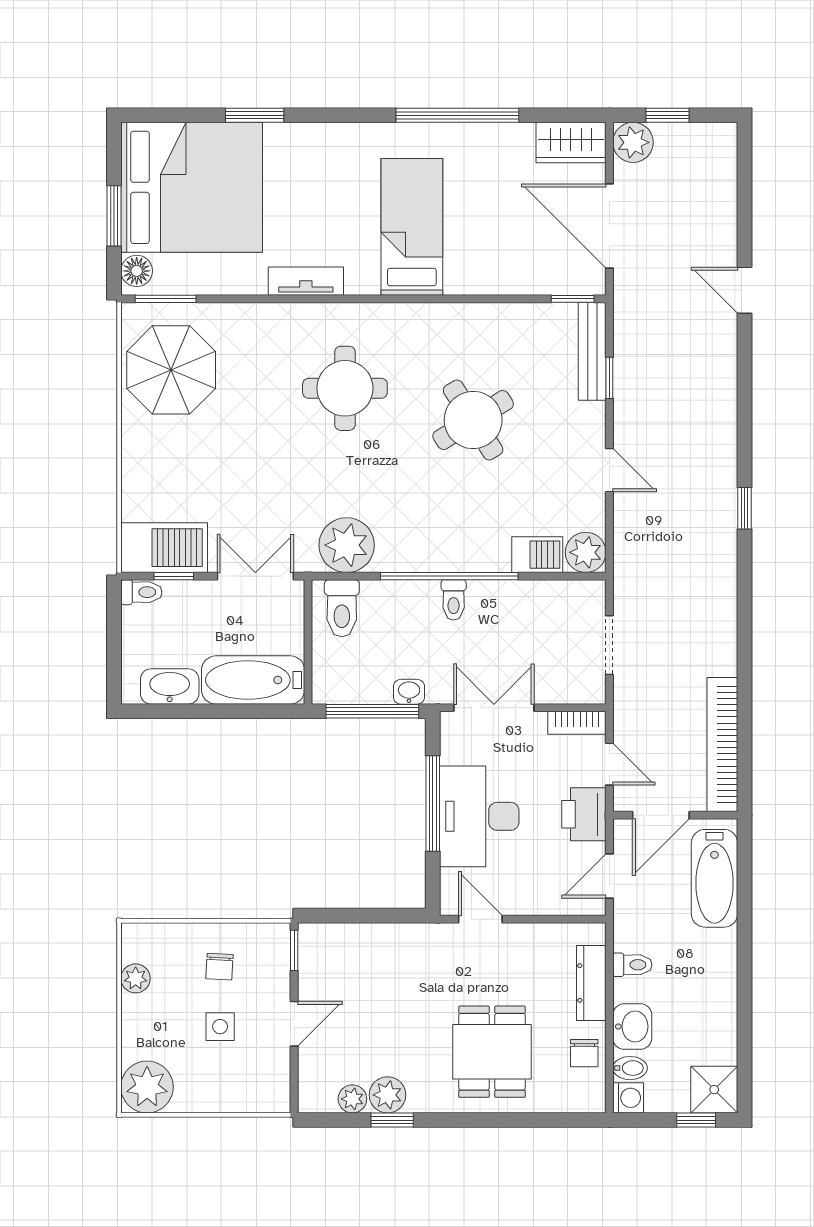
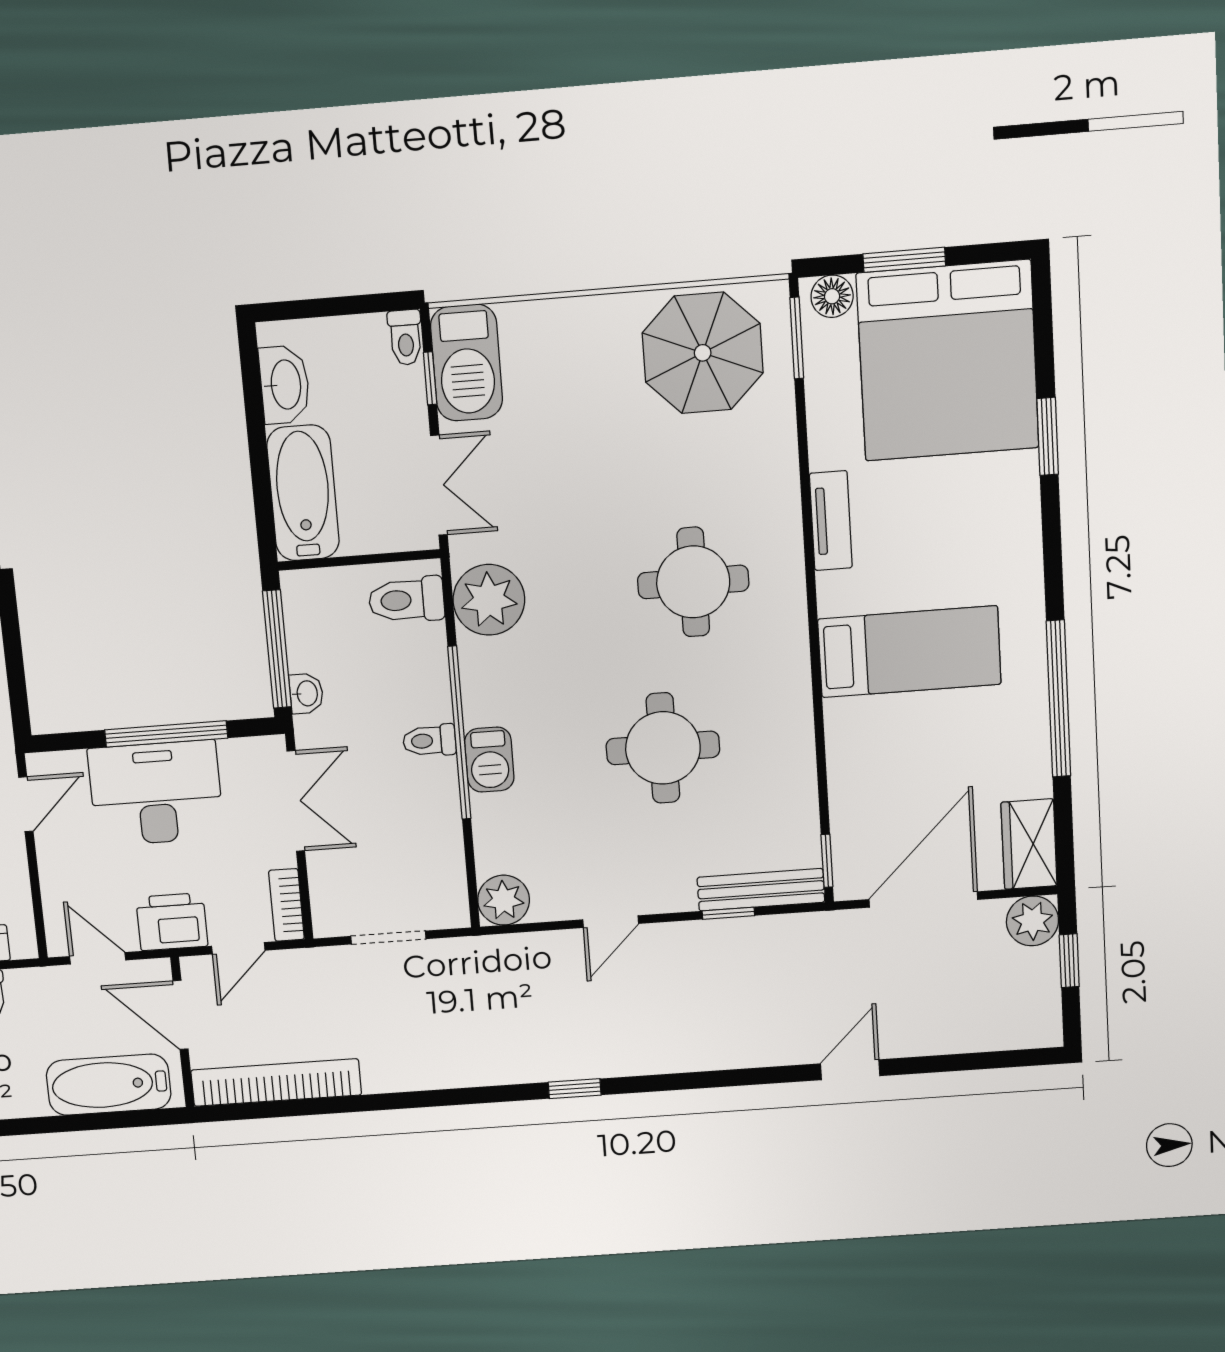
round table: (473, 420) -> (663, 748), turned 32
barbecue: (537, 555) -> (489, 760), moved

